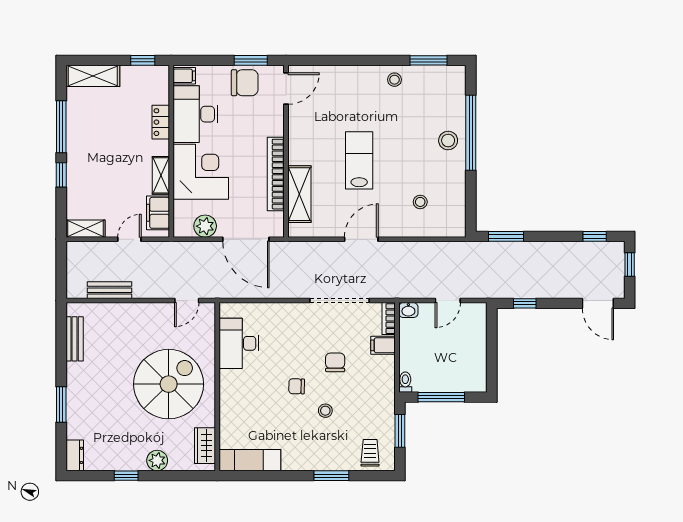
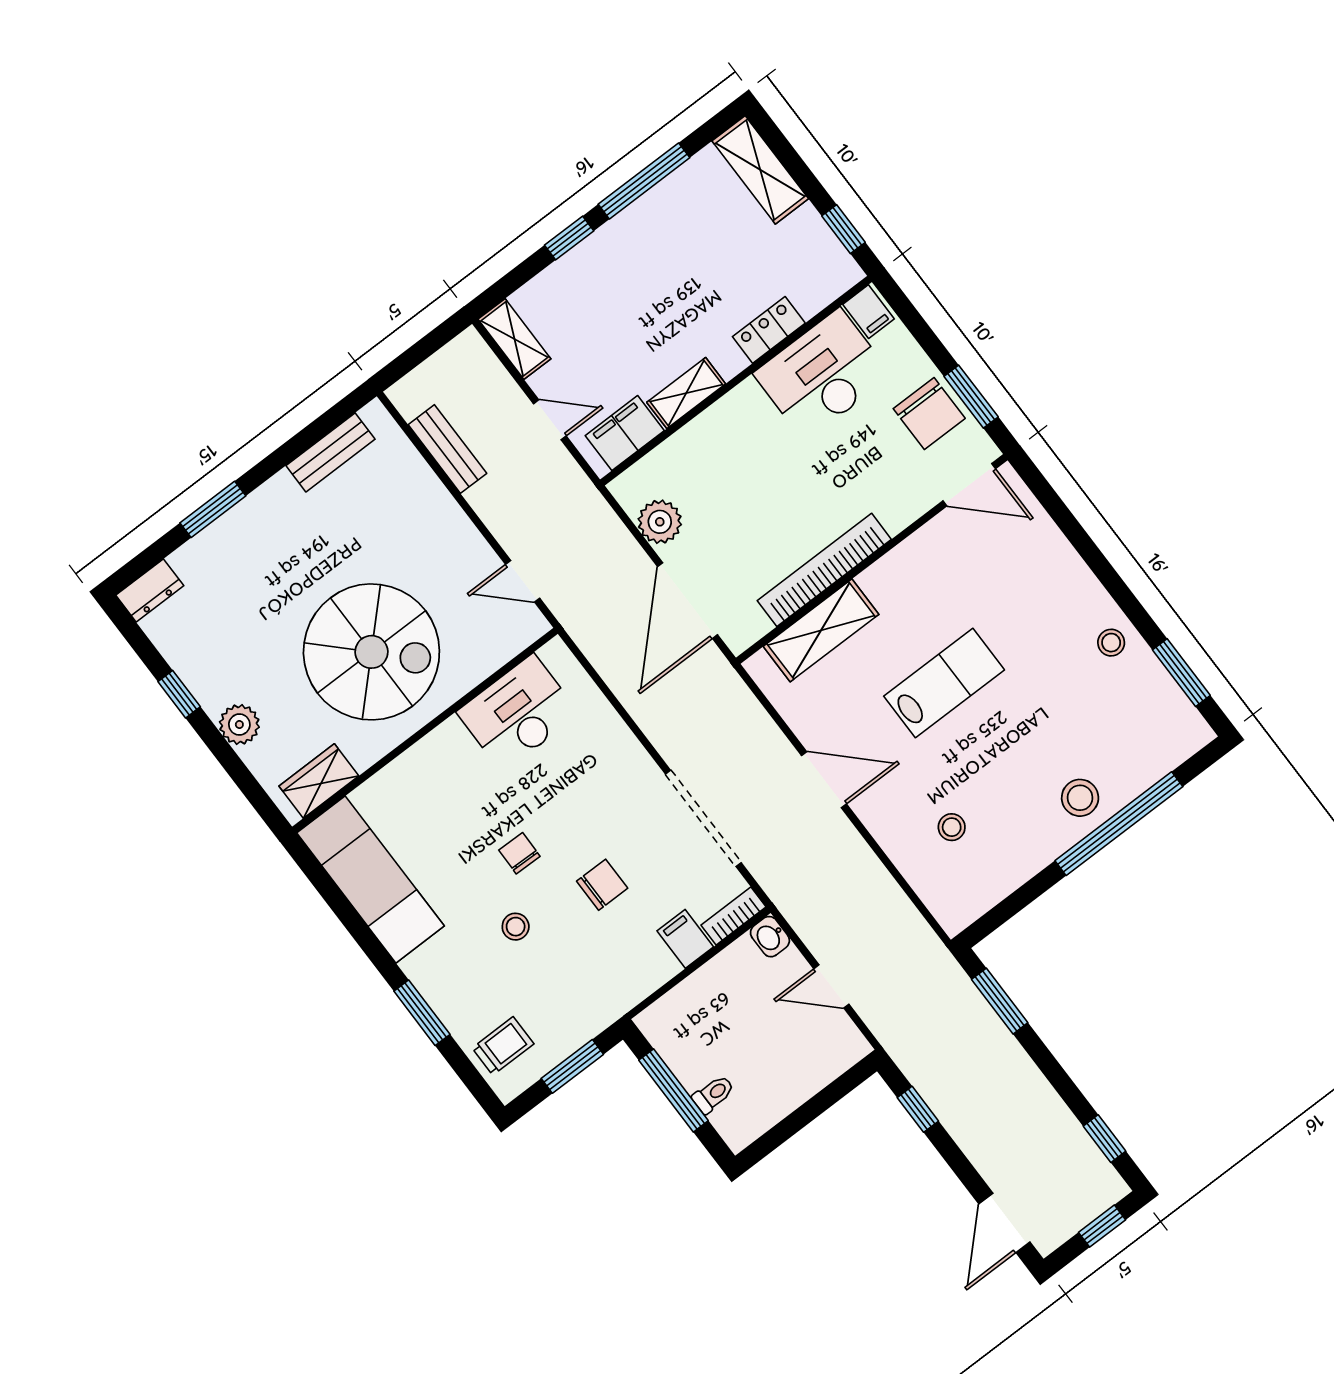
corner desk: (201, 172) -> (739, 451), removed
toilet: (405, 382) -> (713, 1094), moved
exam couch: (250, 460) -> (371, 879), width x1.36, depth x1.45

